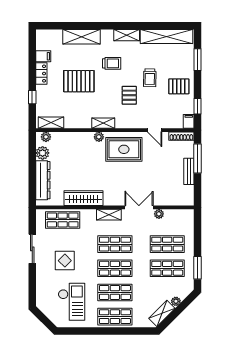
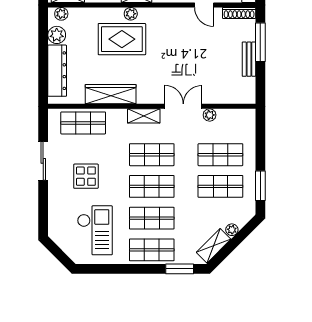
rug: (124, 149) -> (122, 39), moved
window: (136, 331) -> (180, 269), added

